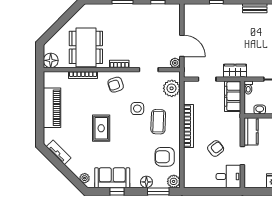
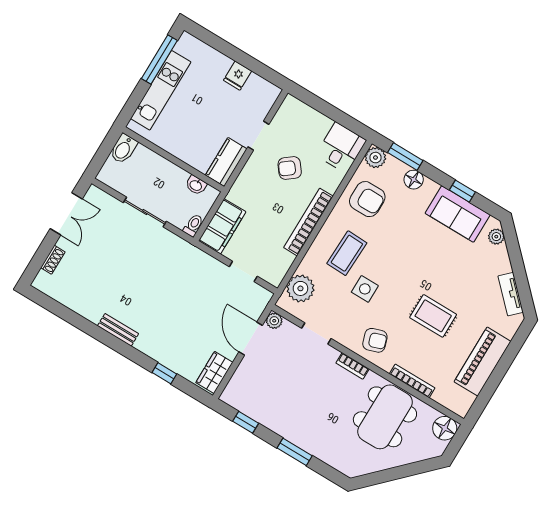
wardrobe: (235, 71) -> (214, 372), moved, turned 90
rug: (101, 128) -> (433, 316), moved, turned 90
desk: (228, 177) -> (341, 148), moved, turned 90

